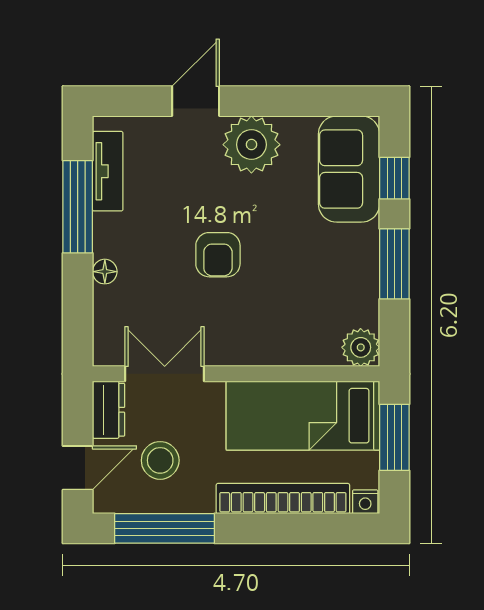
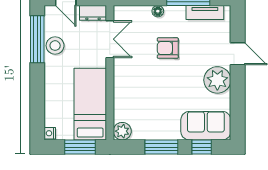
armchair: (218, 255) -> (168, 48), moved
stool: (160, 460) -> (55, 46), moved
bookcase: (283, 499) -> (51, 95), removed

